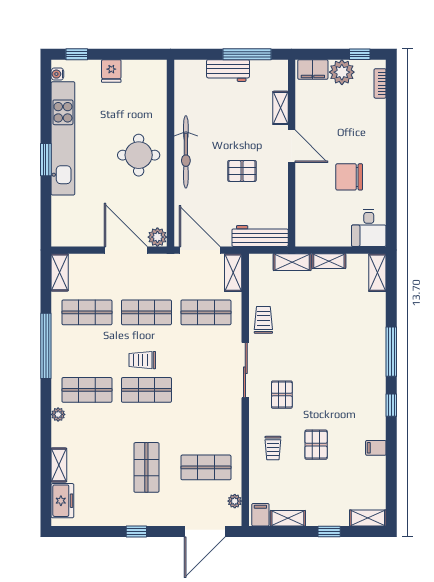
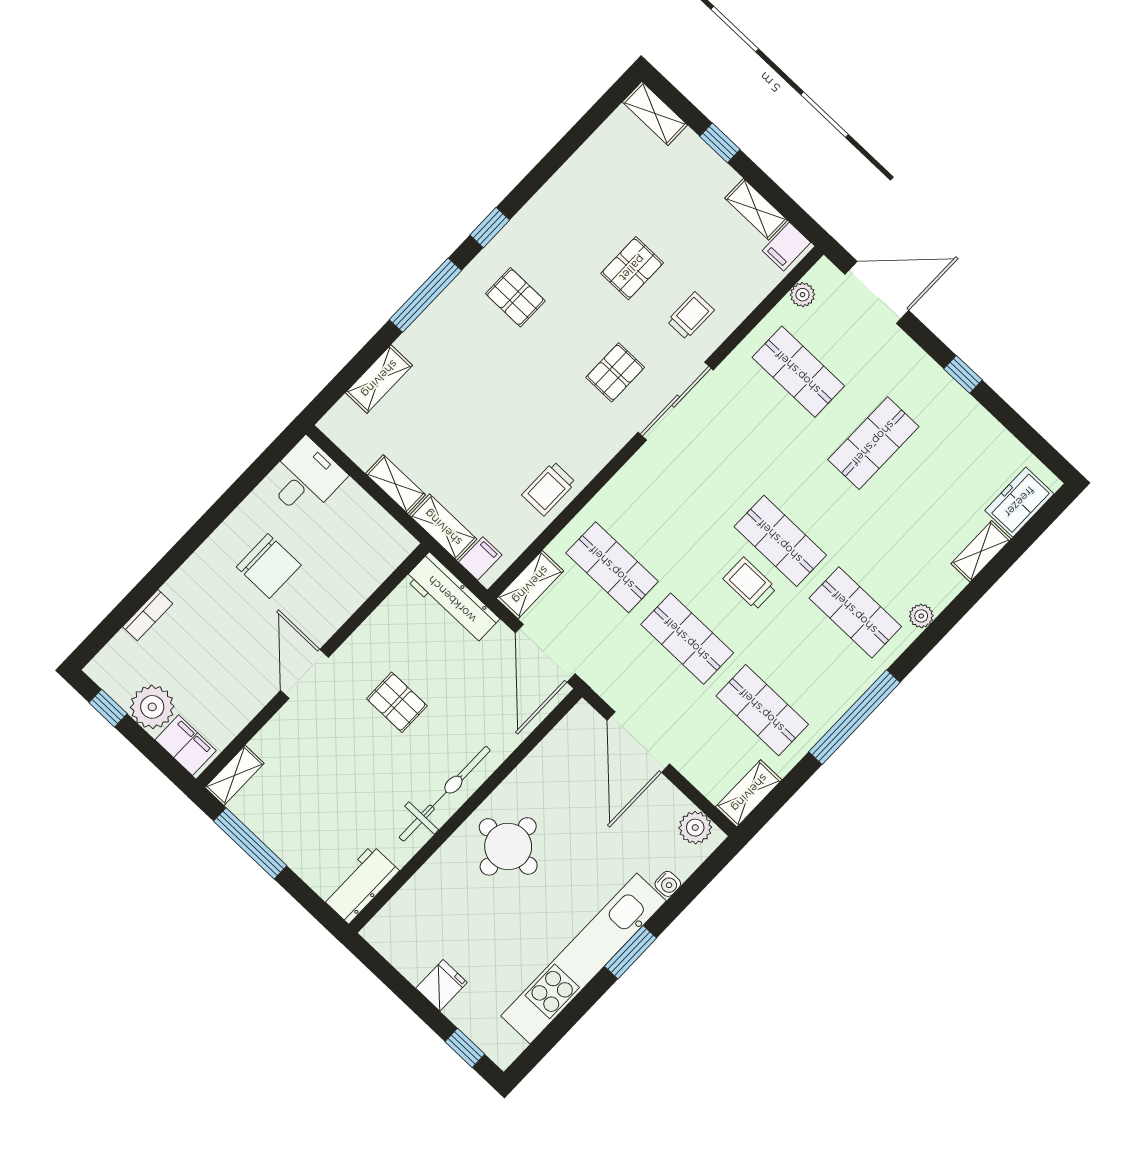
workbench: (228, 71) -> (360, 884), moved, turned -90
water cooler: (57, 74) -> (668, 884), moved
bookcase: (380, 83) -> (148, 615), moved
shelving: (280, 108) -> (235, 775), moved
plant: (157, 237) -> (695, 828), moved
shelving: (377, 273) -> (379, 379), moved
trolley: (142, 360) -> (750, 584), turned 180
sliding door: (245, 370) -> (676, 401), moved
pallet: (353, 386) -> (515, 297), added
filing cabinet: (376, 448) -> (480, 558), moved, turned -90

